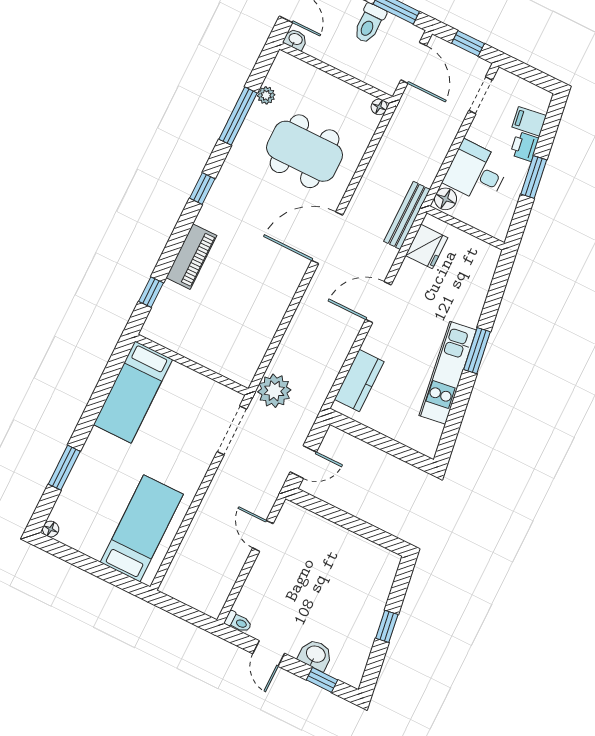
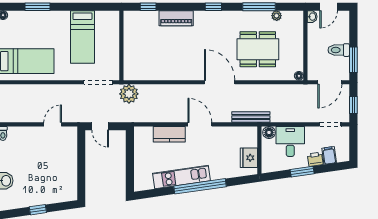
dining table: (305, 151) -> (258, 49), turned 90
fridge: (427, 247) -> (249, 158), moved, turned 90
window: (477, 351) -> (200, 186), width x2.11
kitchen counter: (359, 381) -> (169, 134), moved
bed: (133, 392) -> (82, 37), moved, turned -90

